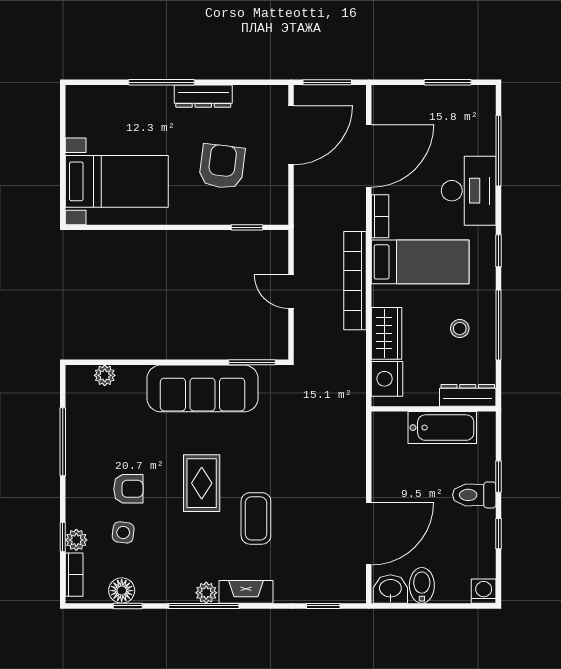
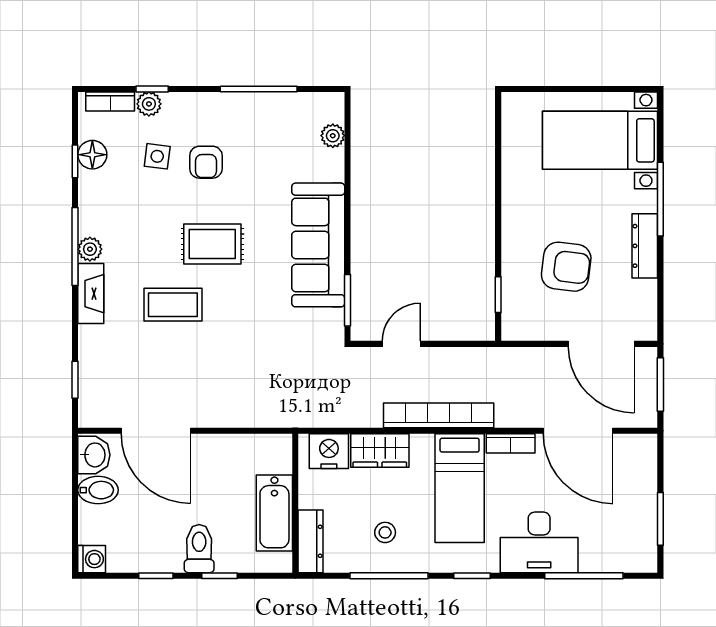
bed with nightstands: (117, 181) -> (600, 140), moved, turned 90
door: (291, 292) -> (401, 344), moved

